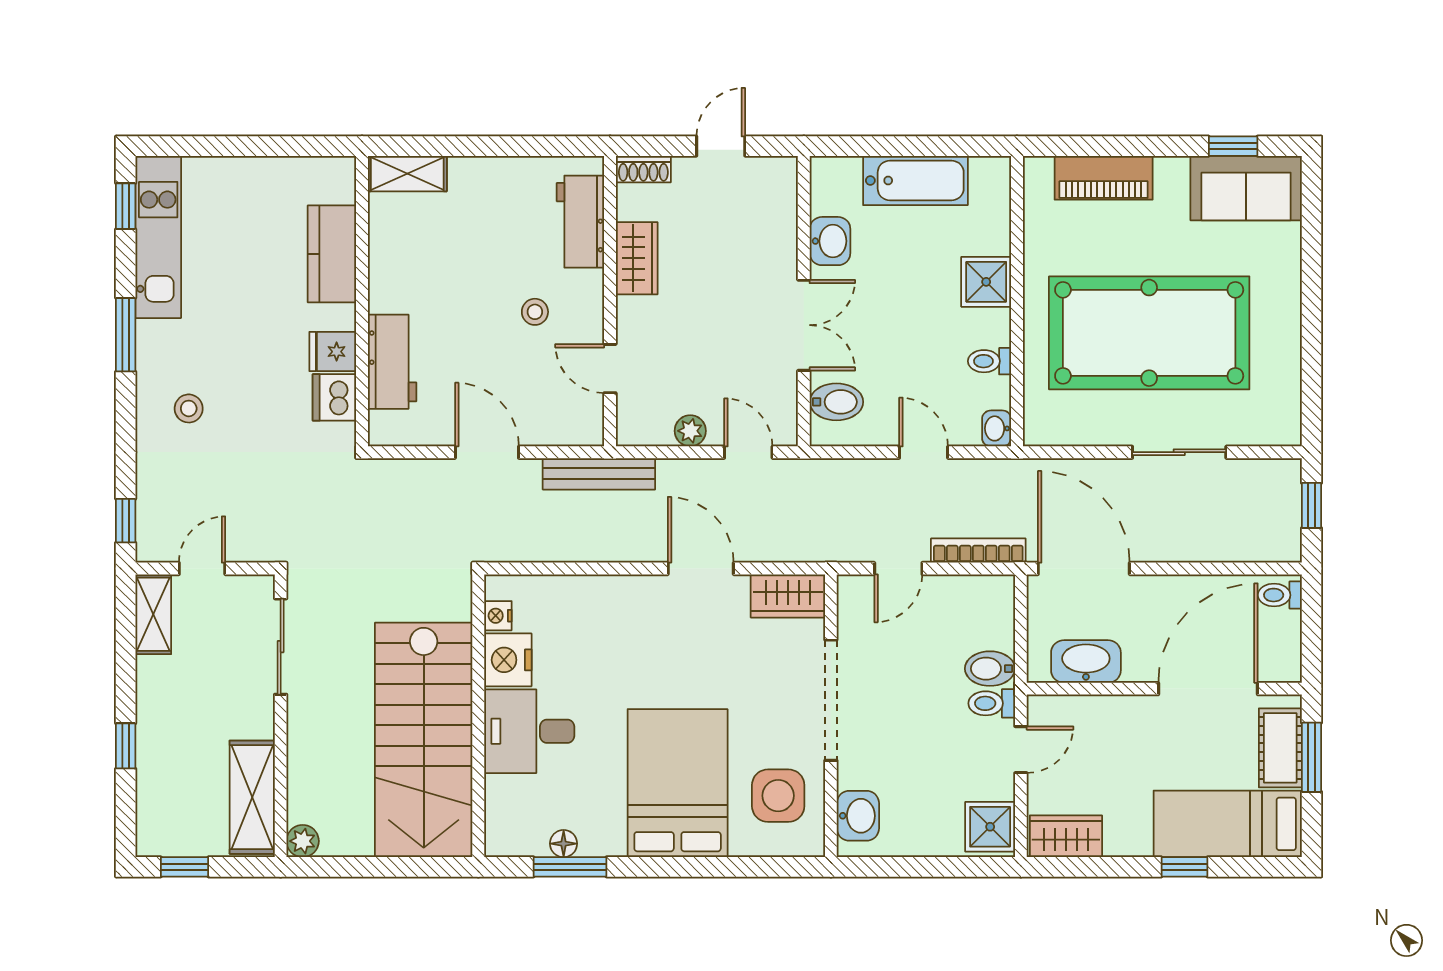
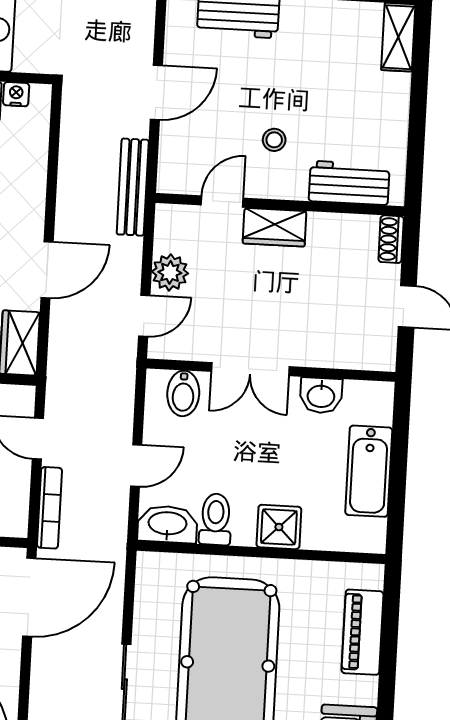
wardrobe: (637, 258) -> (275, 227), moved
toilet: (990, 361) -> (216, 519), width x1.37, depth x1.39
washbasin: (997, 428) -> (167, 524), width x1.91, depth x1.45
plant: (690, 431) -> (170, 272), width x1.38, depth x1.38

